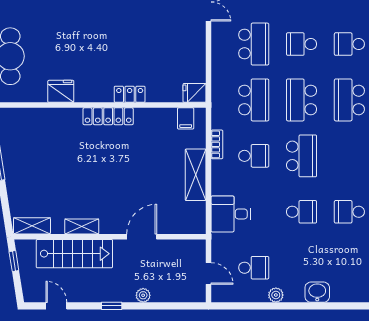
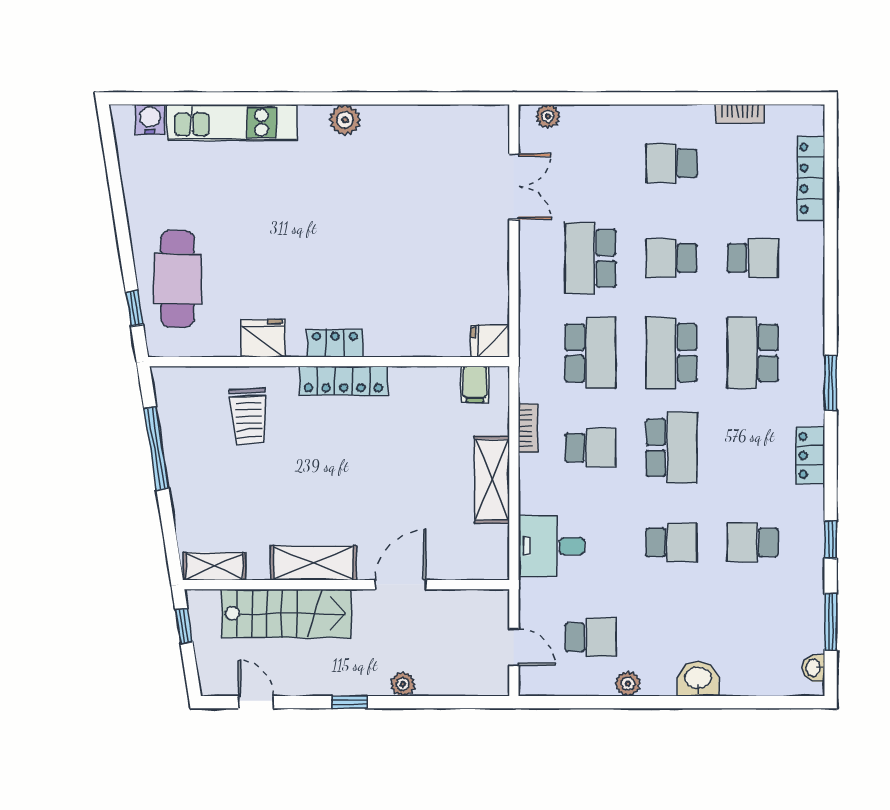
school desk: (254, 44) -> (590, 258), turned 180
school desk: (349, 44) -> (753, 258), turned 180
locker: (130, 94) -> (335, 343), moved
trolley: (52, 137) -> (249, 416), added
shelving: (82, 226) -> (313, 563), width x1.50, depth x1.33

